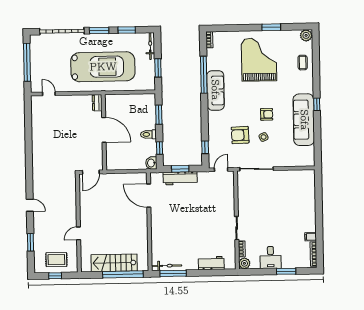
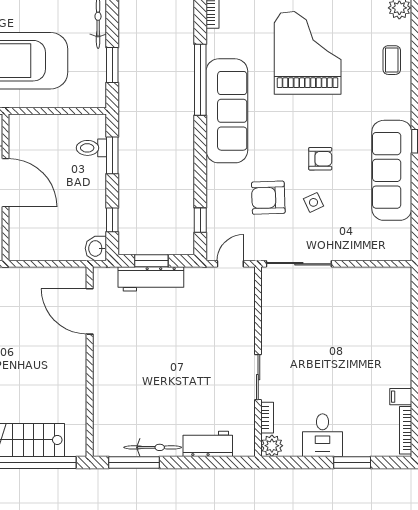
sofa: (215, 90) -> (227, 111), width x1.36, depth x1.27
toilet: (148, 134) -> (91, 148), moved
bicycle: (167, 266) -> (153, 447), moved

